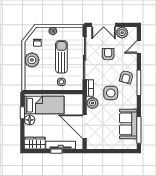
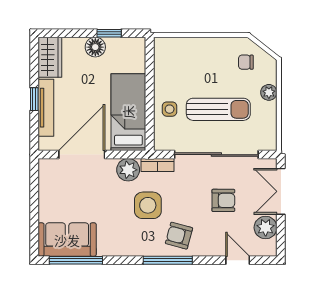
plant: (32, 60) -> (212, 52), removed
bed: (44, 105) -> (128, 112), moved, turned 180
sofa: (128, 124) -> (67, 240), moved

